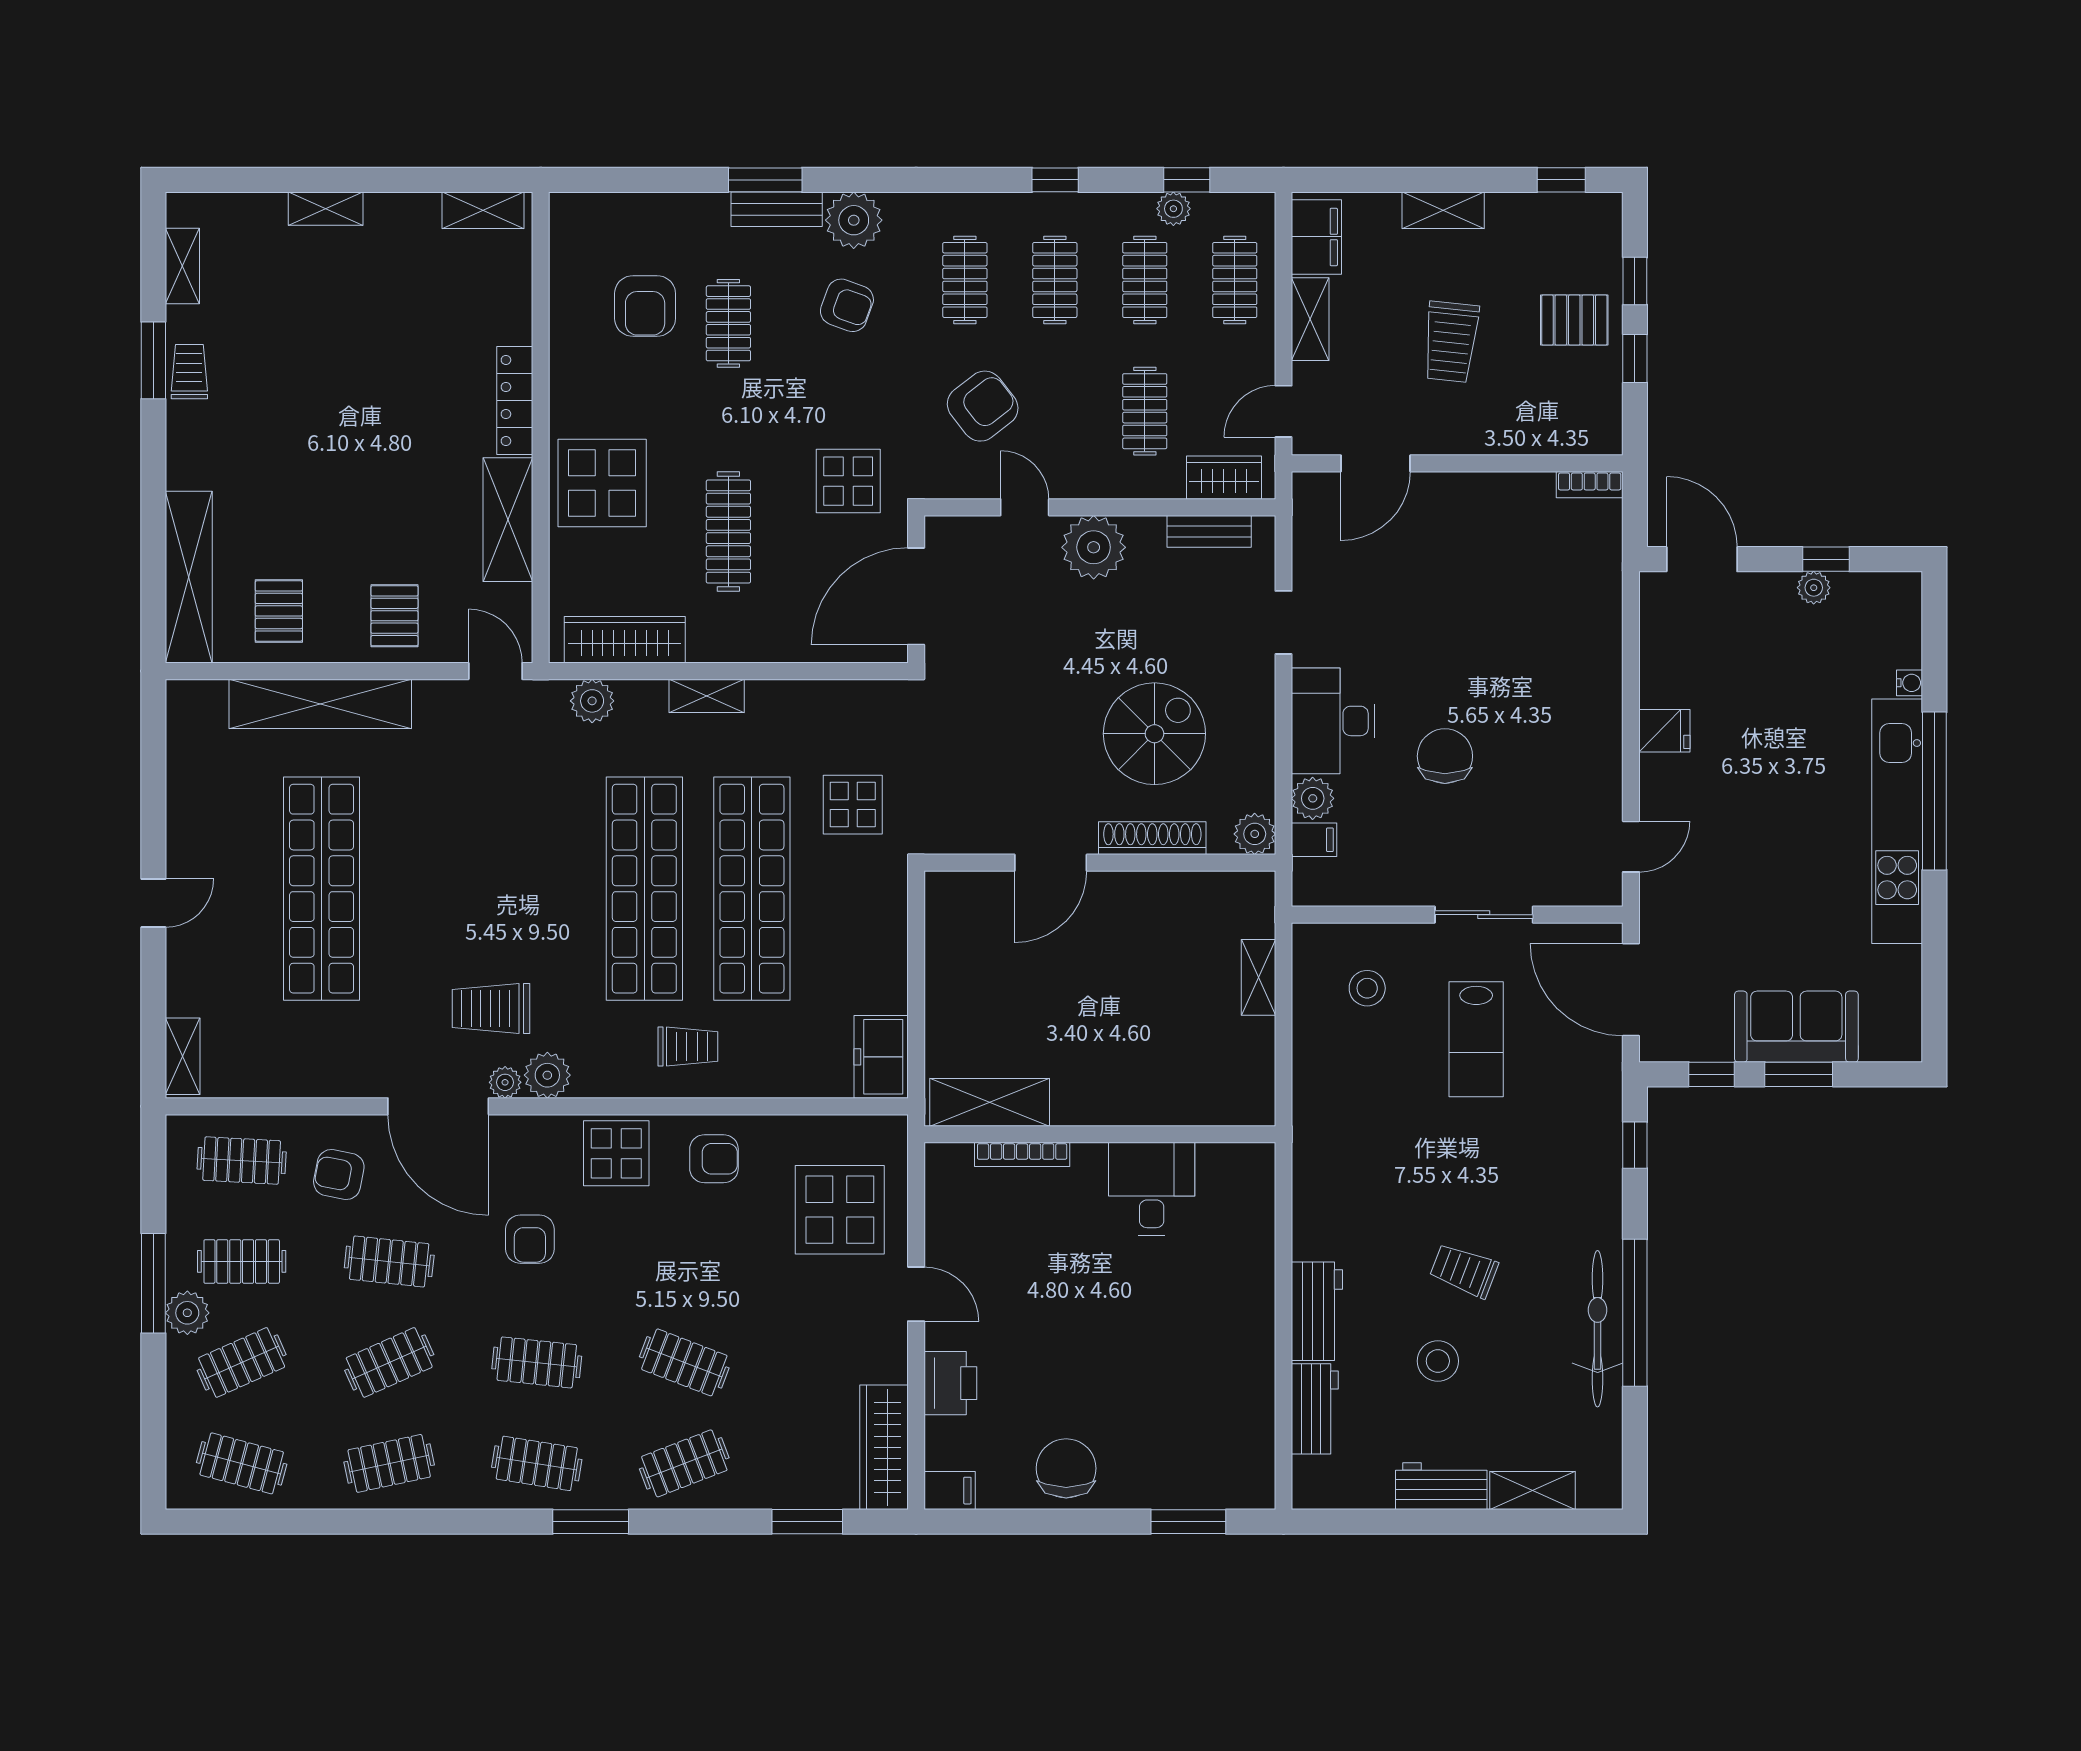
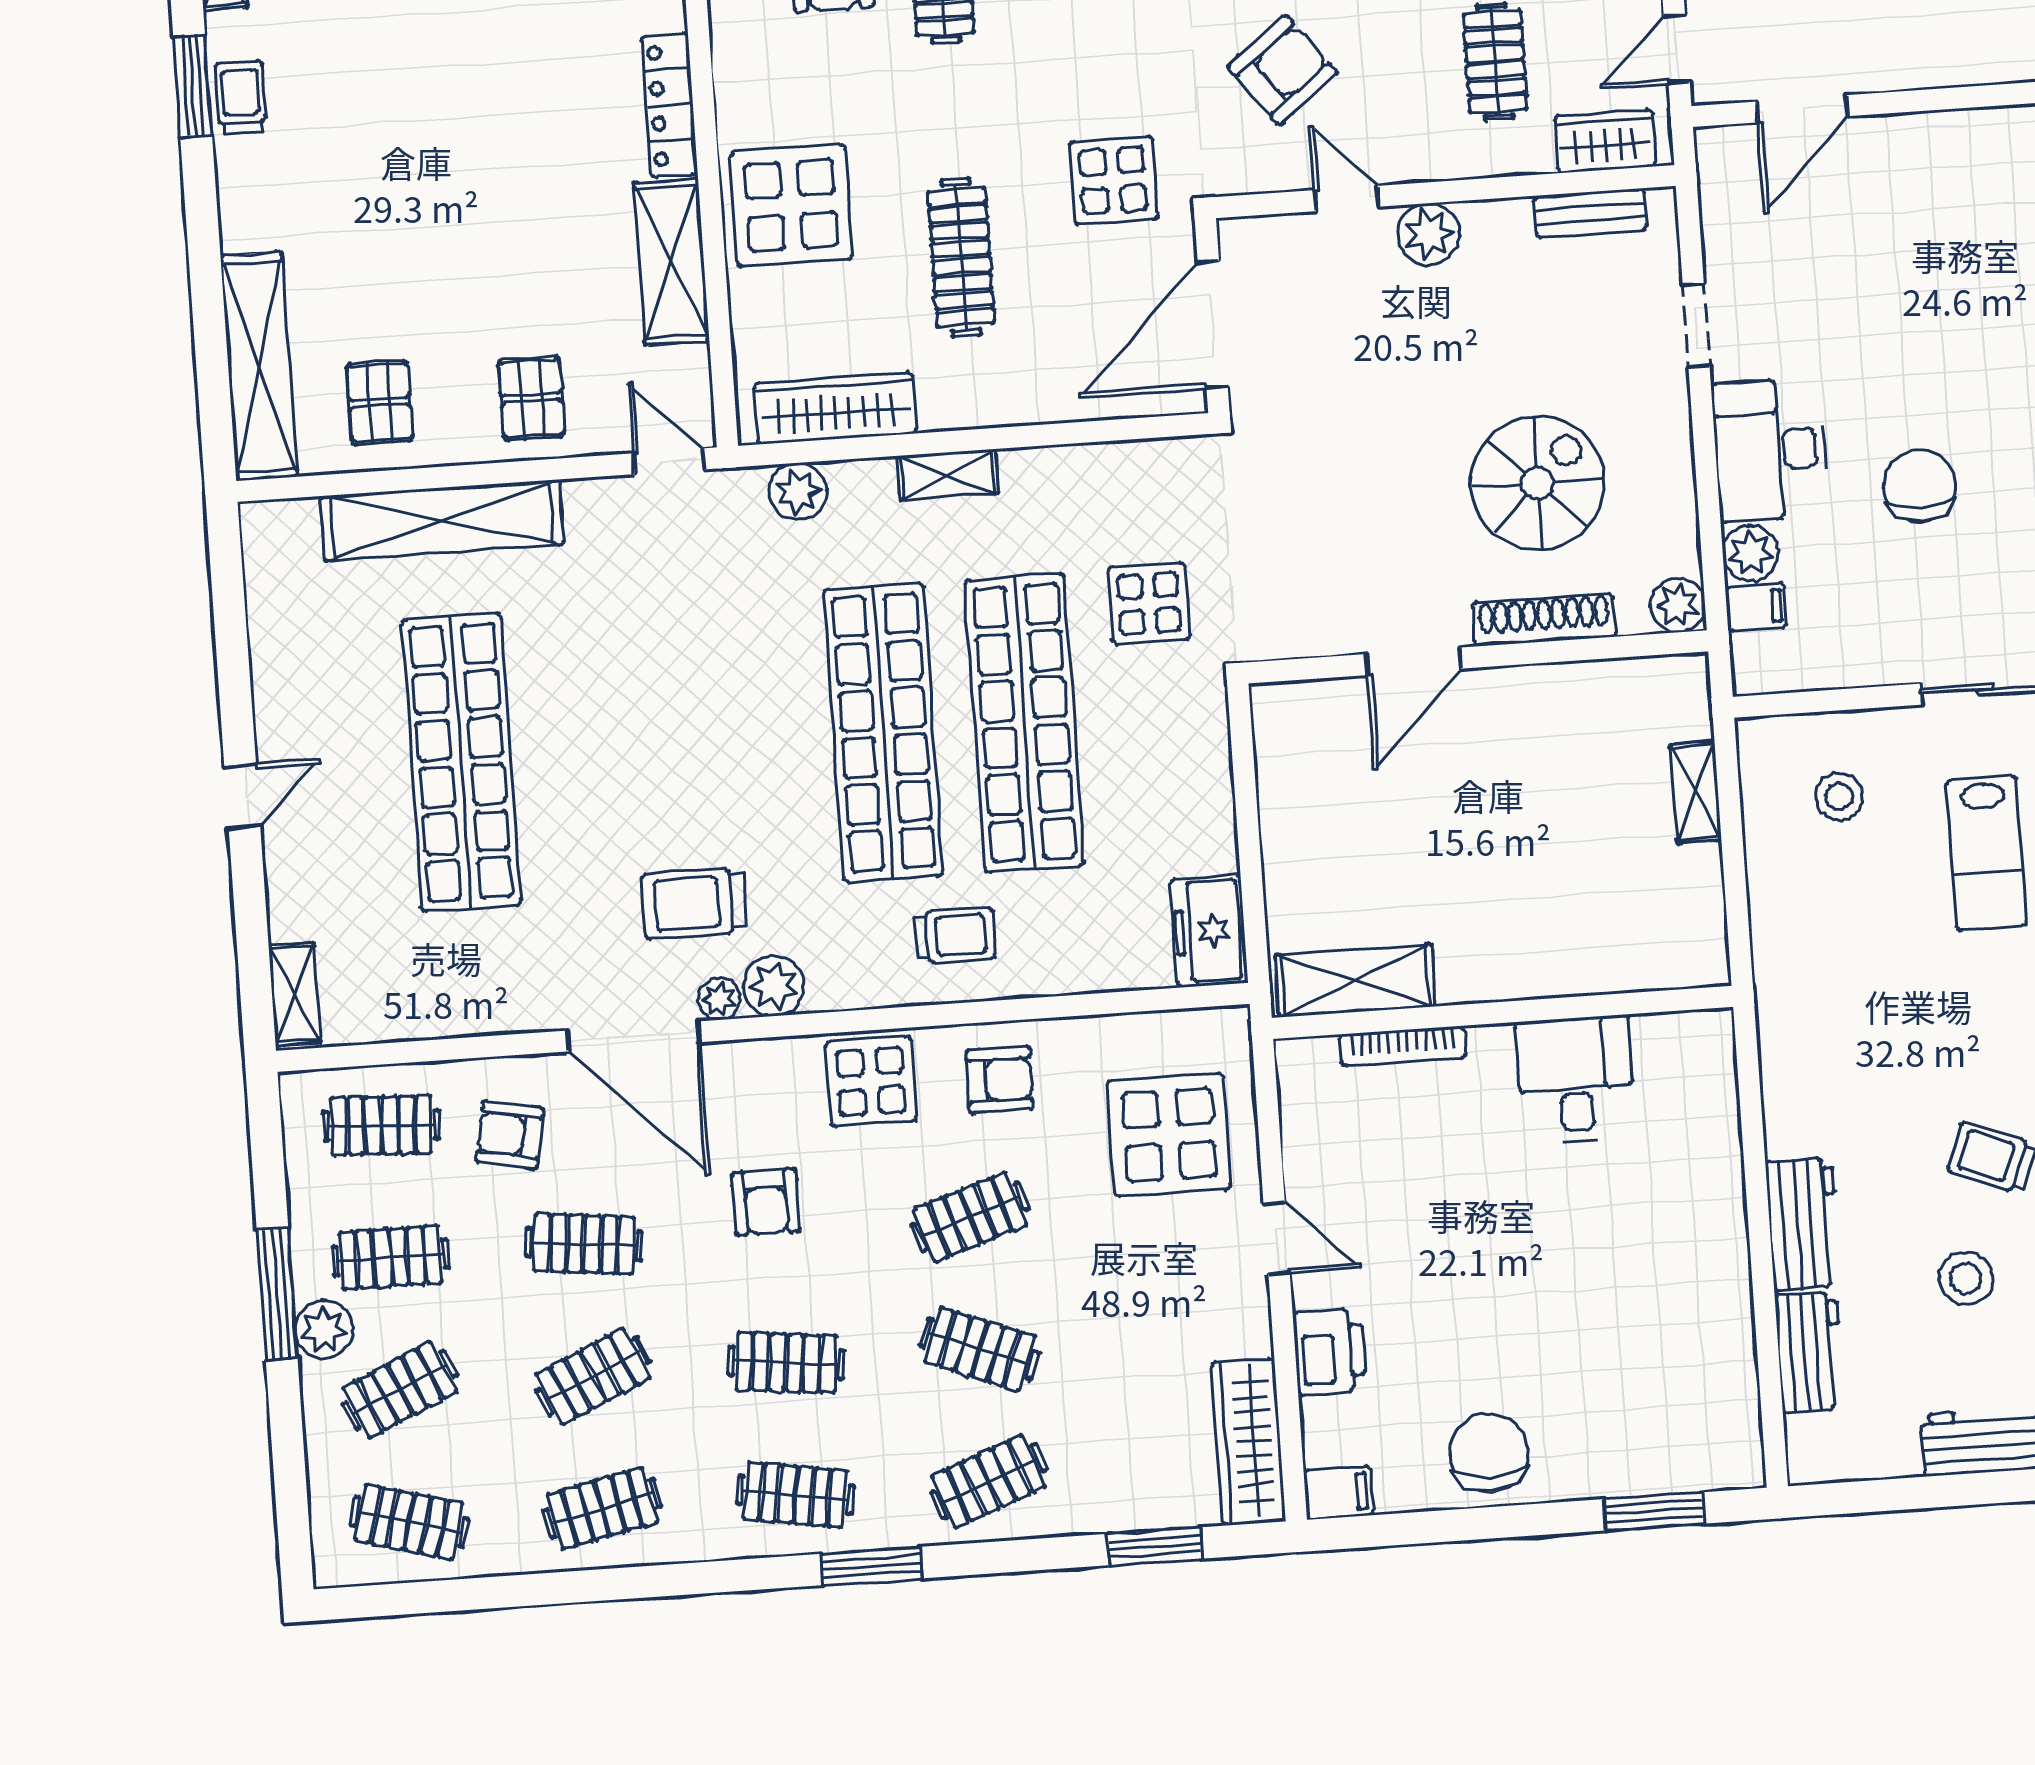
plant: (1094, 547) -> (1429, 234), width x0.73, depth x0.73
clothes rail: (684, 1261) -> (970, 1217), added

